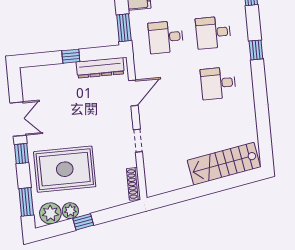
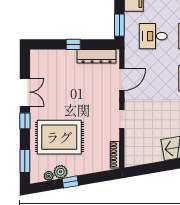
plant: (50, 213) -> (49, 176), width x0.53, depth x0.53

